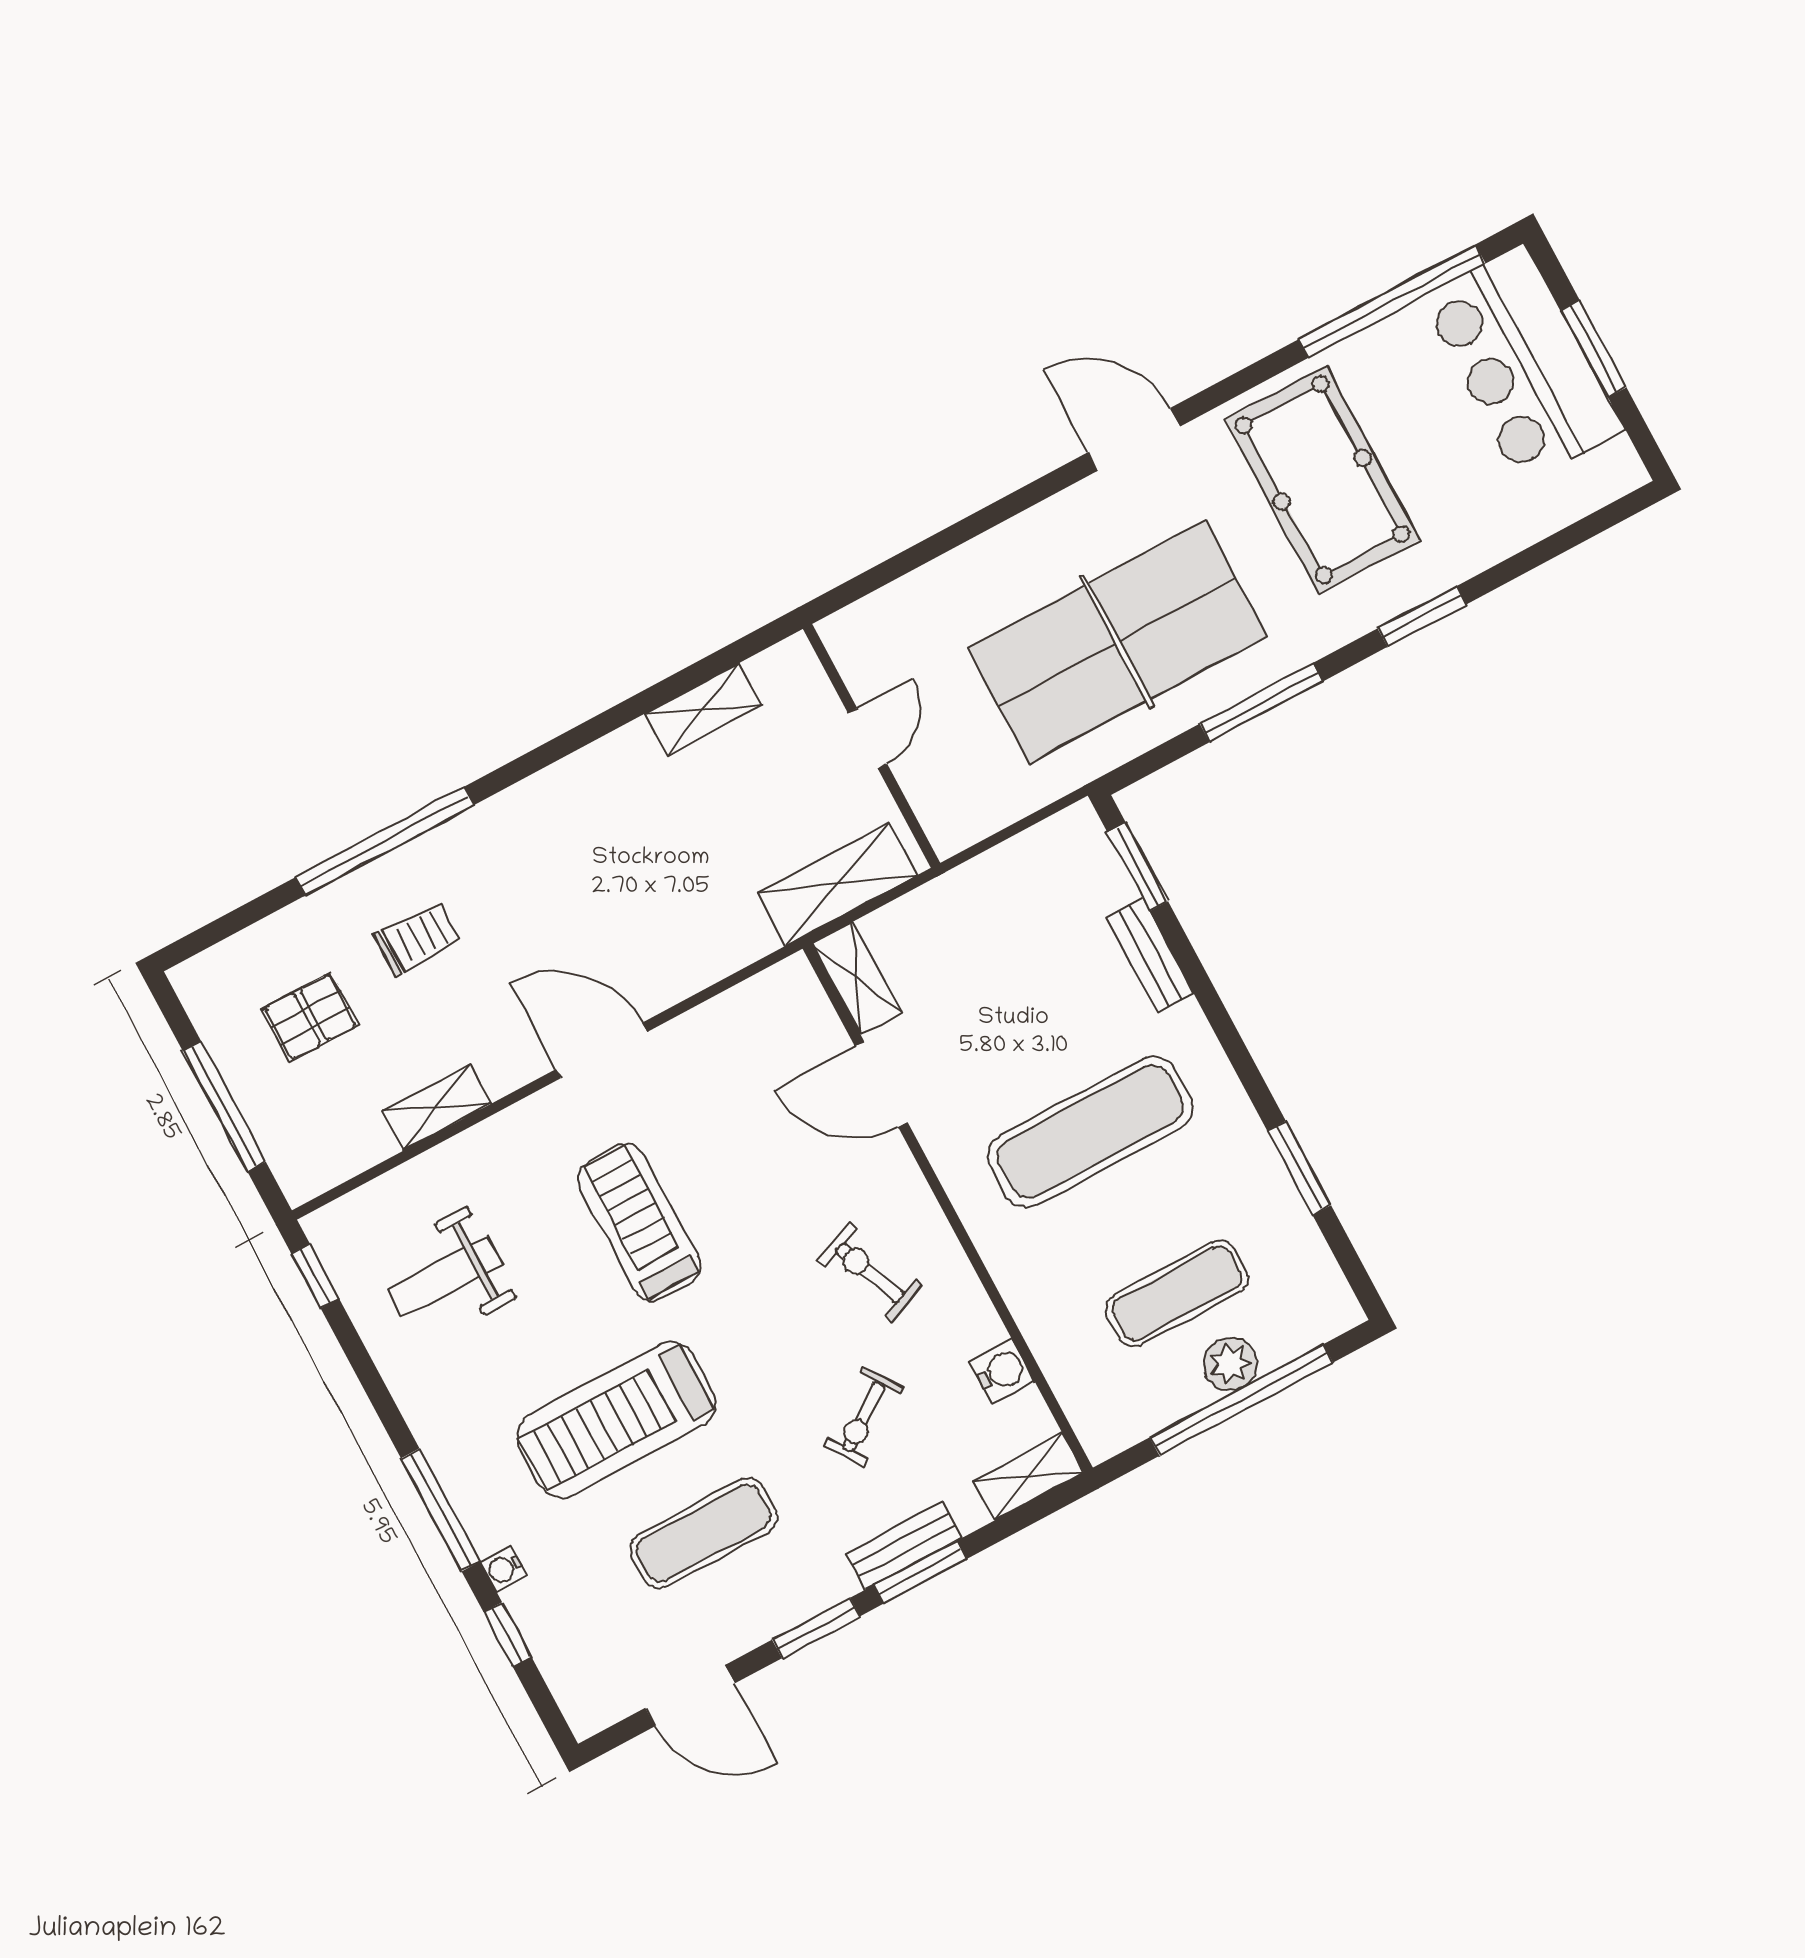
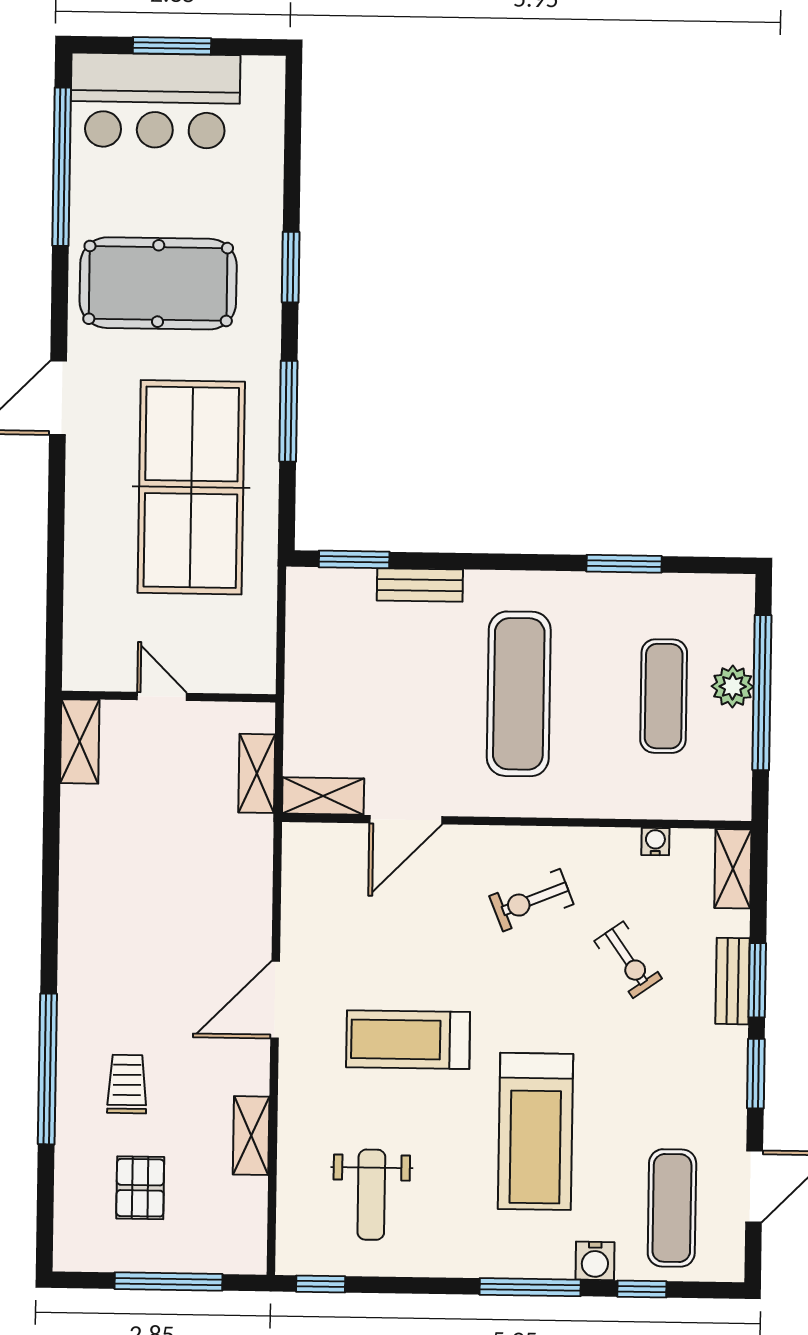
shelving: (703, 709) -> (80, 741), moved
shelving: (837, 884) -> (257, 773), width x0.67, depth x0.75
water cooler: (1002, 1371) -> (655, 842), width x0.72, depth x0.72
exercise mat: (704, 1533) -> (672, 1208), moved
water cooler: (504, 1568) -> (595, 1261), width x1.38, depth x1.38

